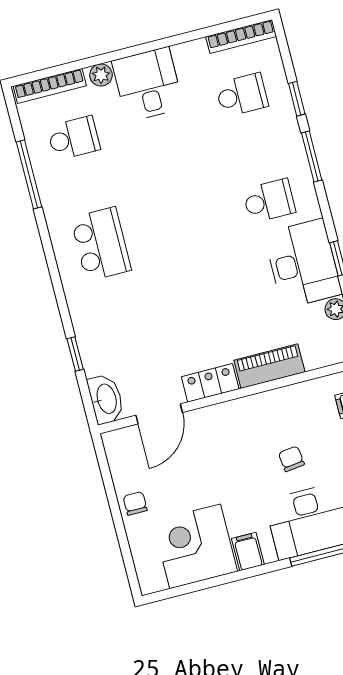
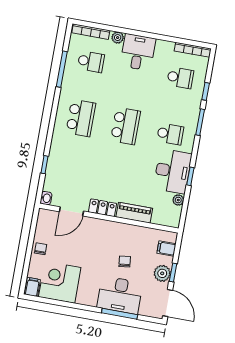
school desk: (185, 222) -> (125, 126), added
washbasin: (106, 399) -> (46, 198), width x0.52, depth x0.69
filing cabinet: (248, 552) -> (32, 287), moved

